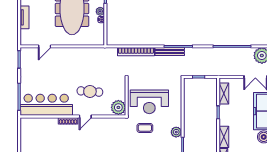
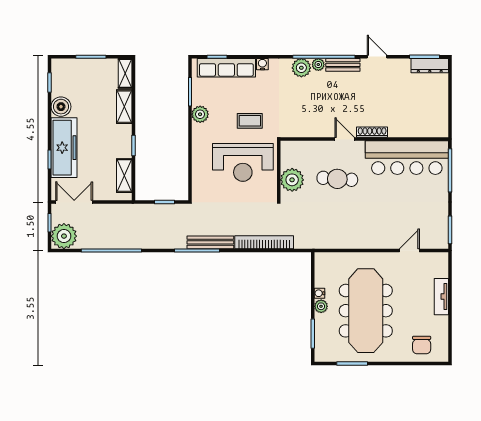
reception desk: (149, 102) -> (243, 162), turned 180
plant: (118, 107) -> (292, 180), moved
door: (85, 116) -> (345, 139), hinge flipped

